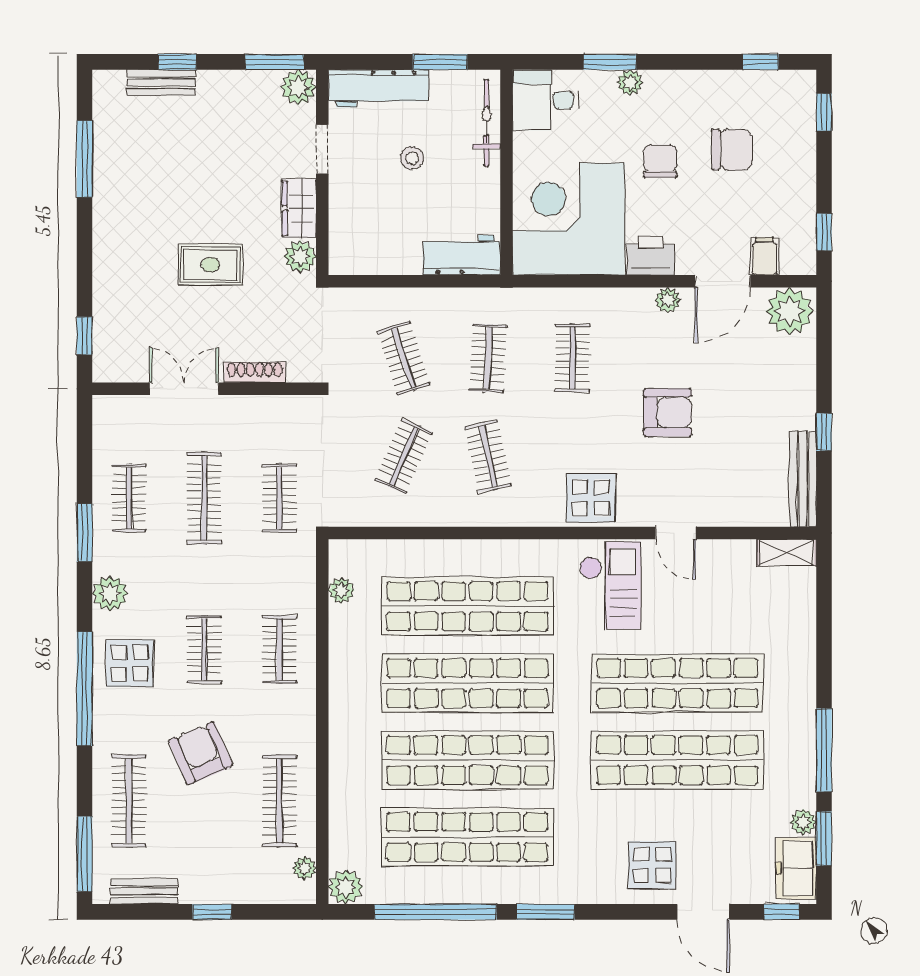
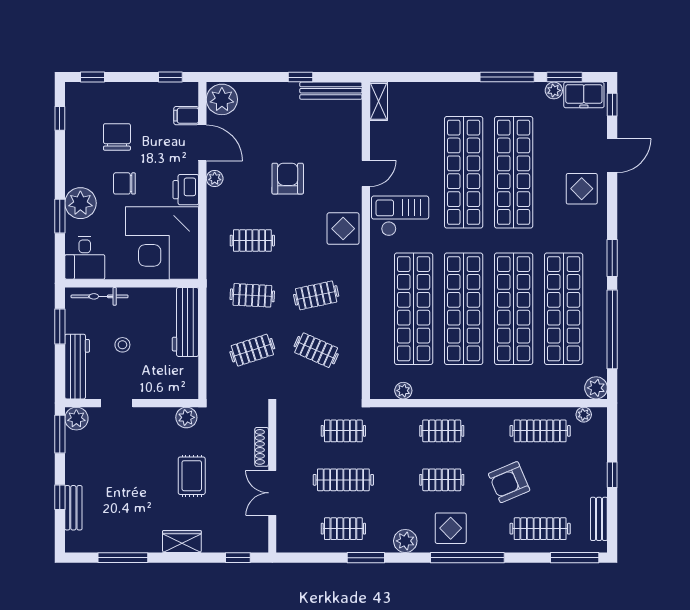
plant: (630, 82) -> (80, 203), width x1.88, depth x1.88
wardrobe: (299, 208) -> (182, 541), moved, turned 180
workbench: (462, 255) -> (185, 322), width x1.38

